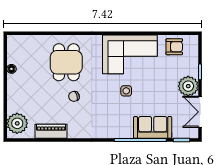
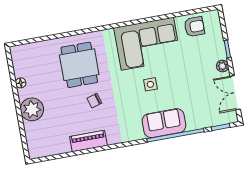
plant: (188, 86) -> (222, 66), width x0.53, depth x0.53
plant: (17, 123) -> (32, 109), moved
sofa: (153, 127) -> (164, 123), moved
piano: (51, 131) -> (88, 141), moved

